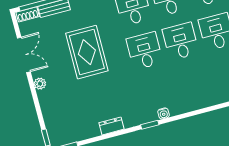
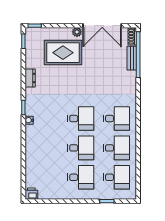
rug: (87, 52) -> (63, 53), moved
double door: (24, 55) -> (102, 26), width x1.37

